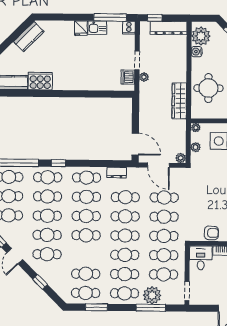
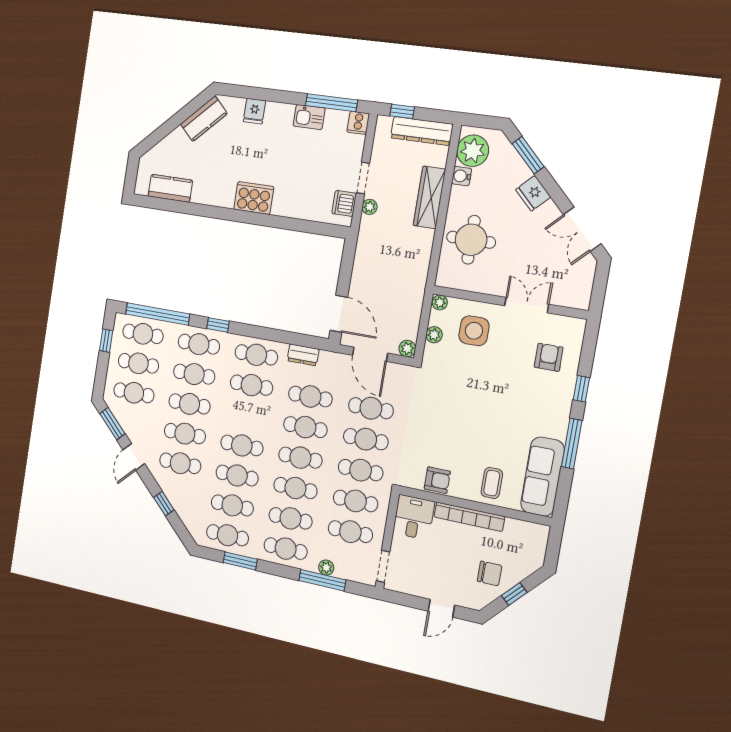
fridge: (81, 28) -> (255, 111), moved
cooker: (40, 81) -> (254, 198), moved
wardrobe: (179, 101) -> (429, 197), moved
cafe table: (86, 216) -> (237, 475), moved
plant: (152, 295) -> (326, 568), width x0.53, depth x0.53

